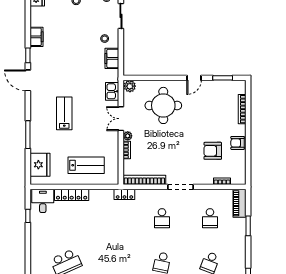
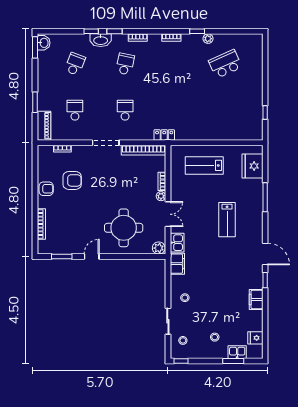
filing cabinet: (112, 58) -> (177, 264), moved
locker: (72, 195) -> (219, 135), removed
desk: (43, 201) -> (250, 128), removed

